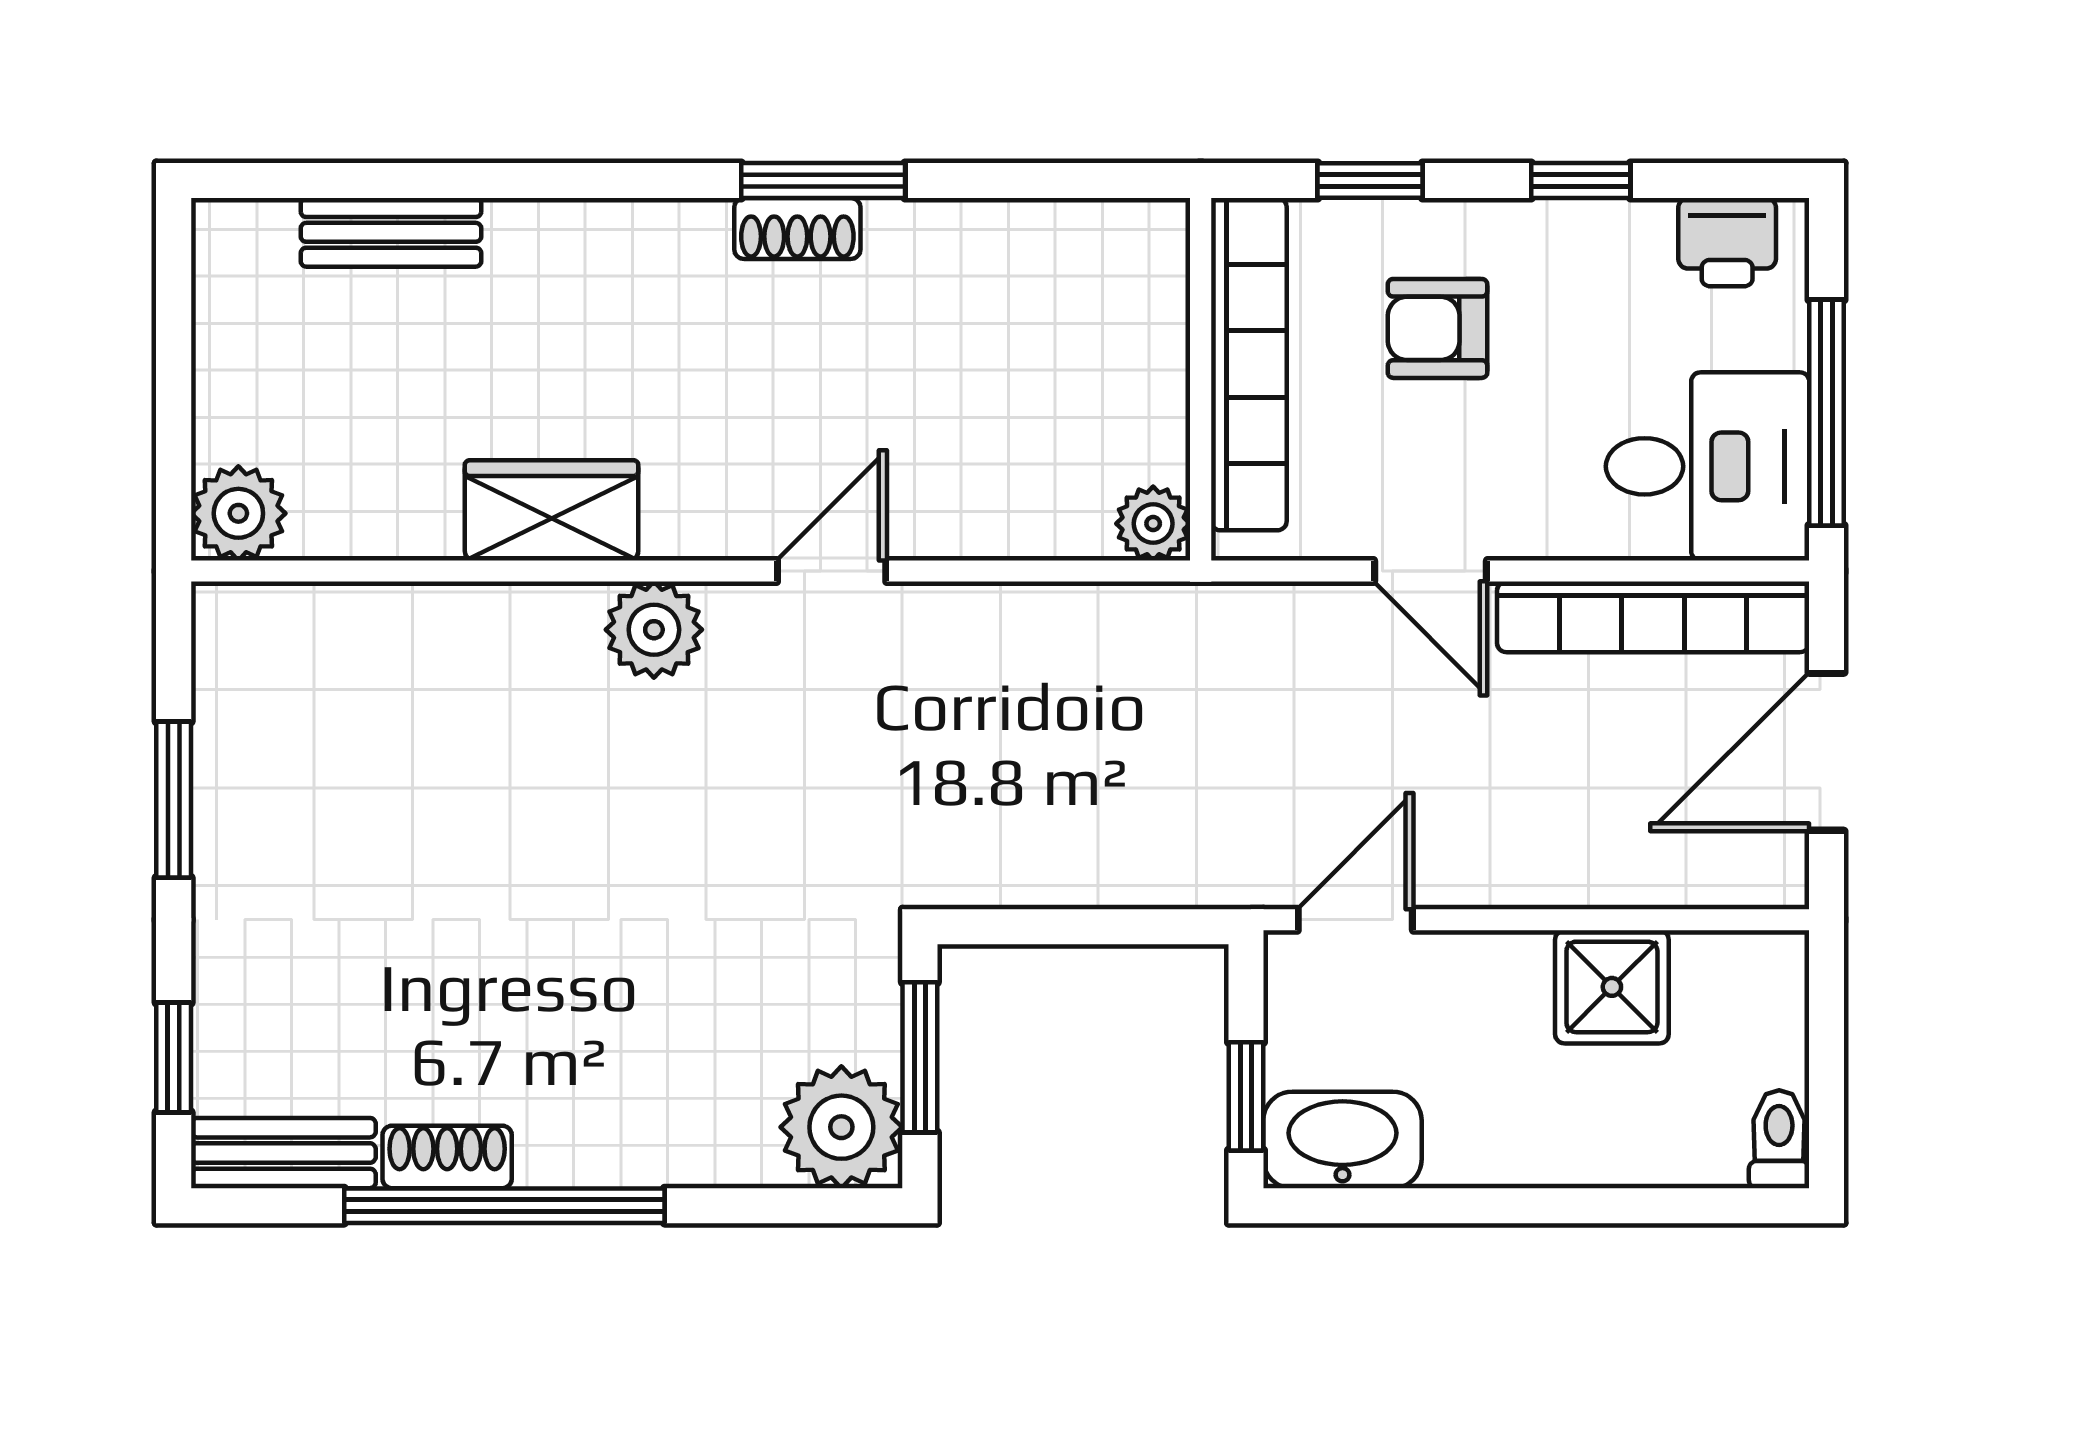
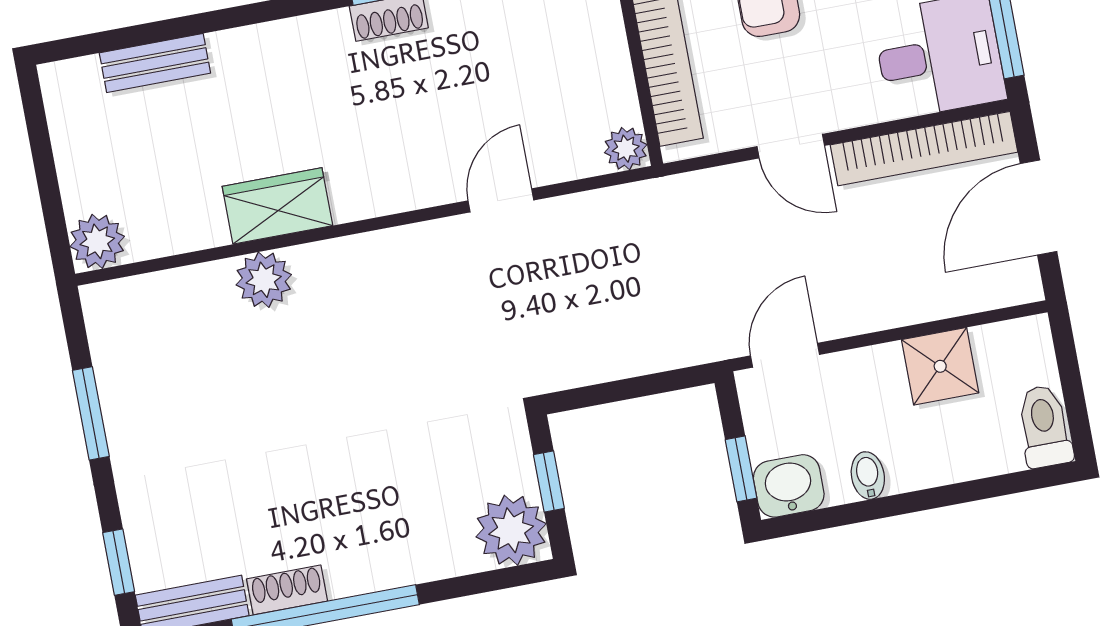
door: (832, 571) -> (501, 200), moved
plant: (654, 630) -> (264, 280), moved
window: (920, 1057) -> (549, 482), width x0.67
toilet: (1779, 1139) -> (1044, 426), width x1.37, depth x1.39
washbasin: (1342, 1140) -> (789, 486), width x0.72
bidet: (1456, 1147) -> (868, 476), added

